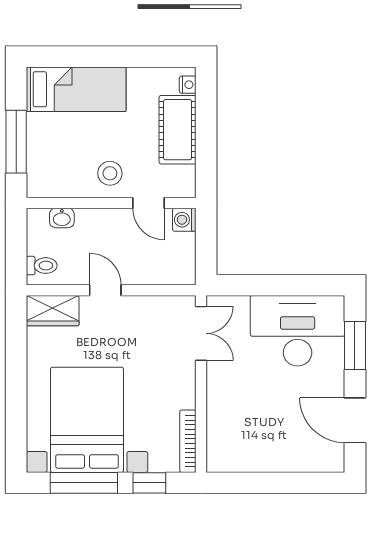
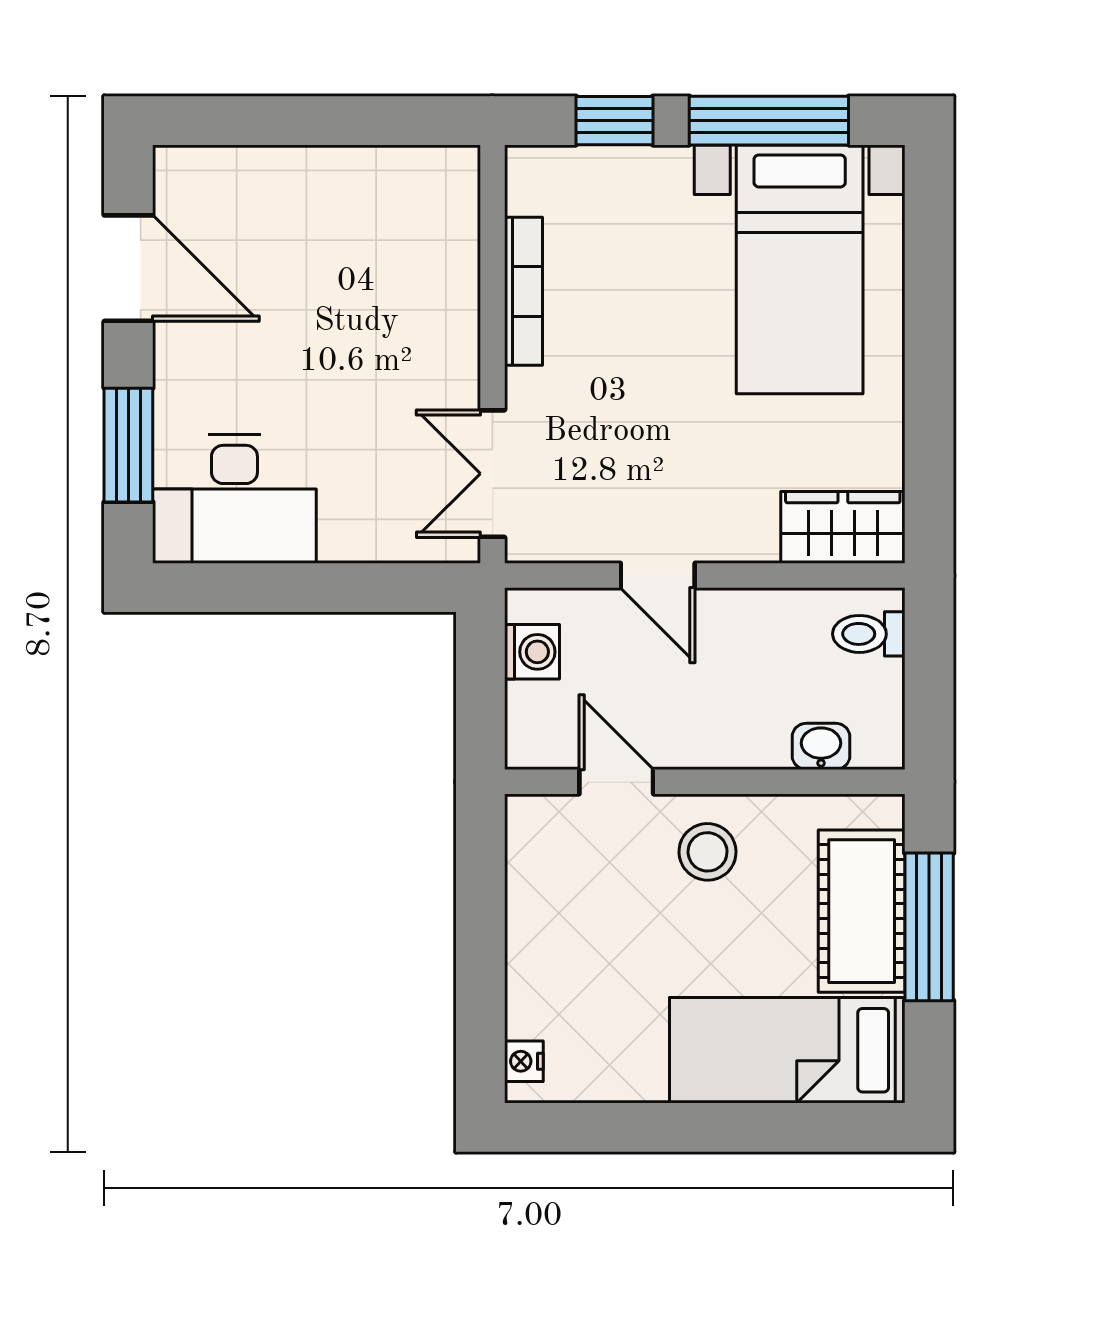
cot: (178, 130) -> (862, 911), moved
washing machine: (184, 220) -> (532, 652), moved
door: (105, 290) -> (658, 575), moved
desk: (298, 331) -> (234, 499), width x0.73, depth x0.77
bed with nightstands: (87, 420) -> (800, 269), width x0.73
bookcase: (188, 441) -> (524, 291), moved

